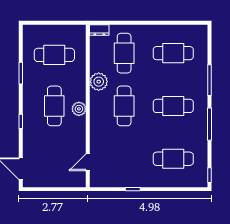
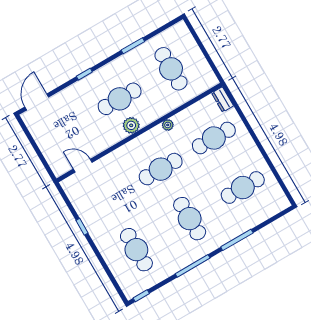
cafe table: (173, 53) -> (243, 188), turned 90
plant: (99, 82) -> (168, 125), width x0.53, depth x0.53

